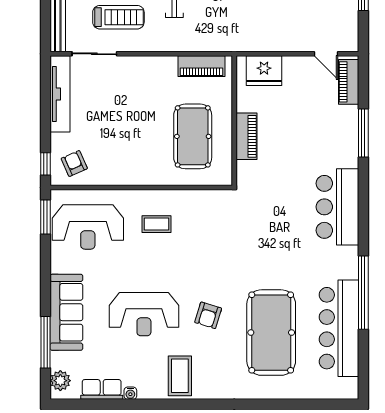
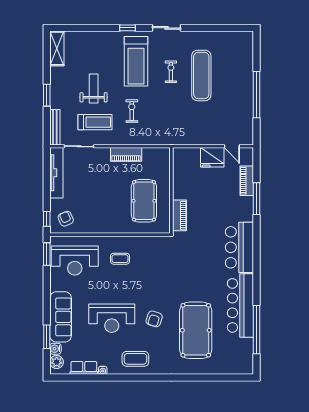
piano: (201, 66) -> (126, 154), moved
fridge: (264, 71) -> (212, 157), moved
piano: (349, 82) -> (247, 181), moved
piano: (247, 136) -> (179, 215), moved
window: (363, 293) -> (257, 330), moved
bar counter: (339, 328) -> (240, 305), moved
window: (46, 342) -> (47, 337), width x0.69
water cooler: (59, 360) -> (55, 349), added
coffee table: (180, 376) -> (135, 359), turned 90

